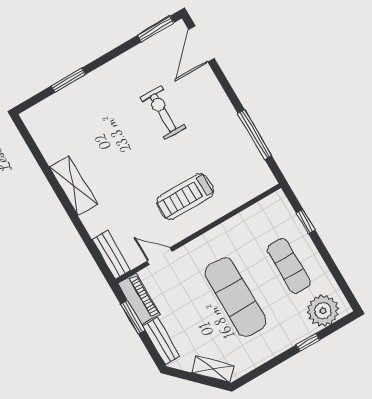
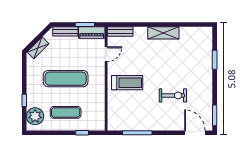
treadmill: (185, 197) -> (127, 83), turned 90

